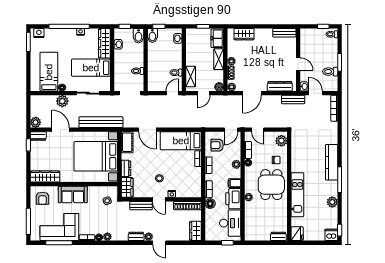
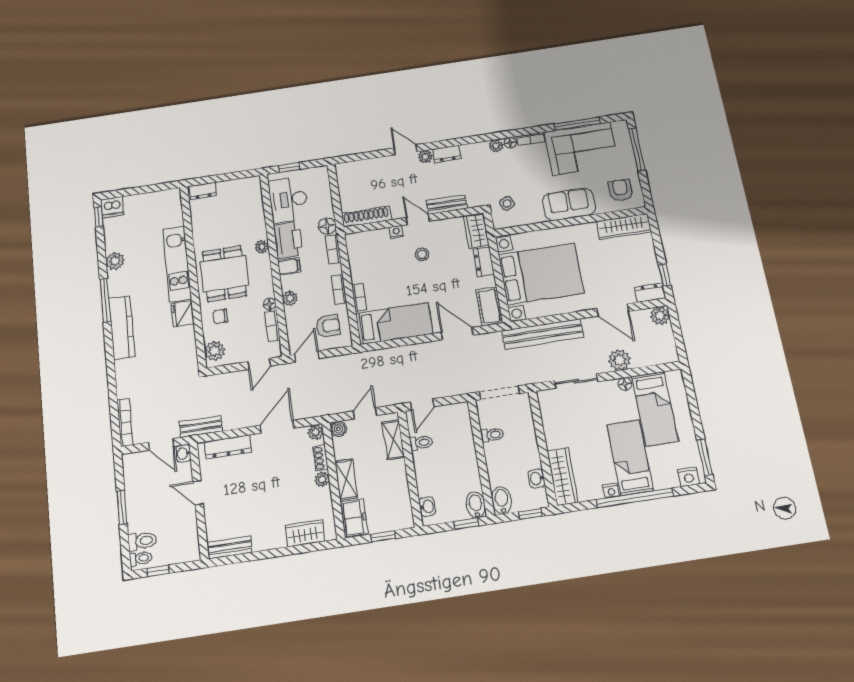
bed: (91, 68) -> (630, 458), moved, turned -90
toilet: (330, 72) -> (142, 541), moved
door: (258, 130) -> (259, 364), swing flipped
wardrobe: (195, 231) -> (346, 178), removed
fridge: (297, 234) -> (182, 314), moved

